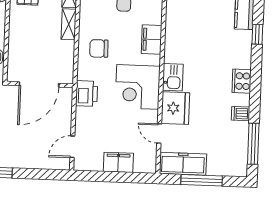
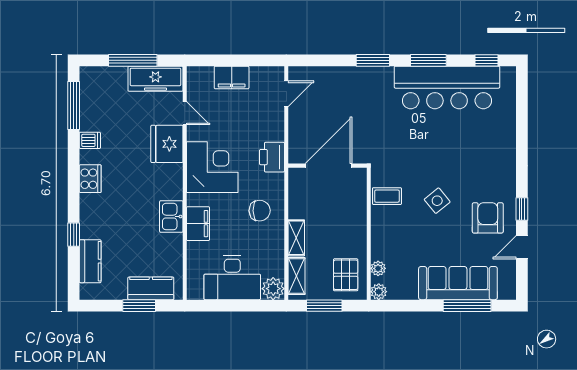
kitchen sink: (173, 77) -> (171, 217), moved

